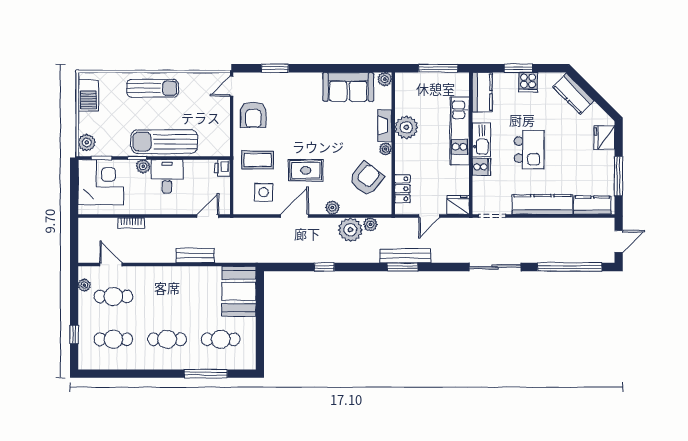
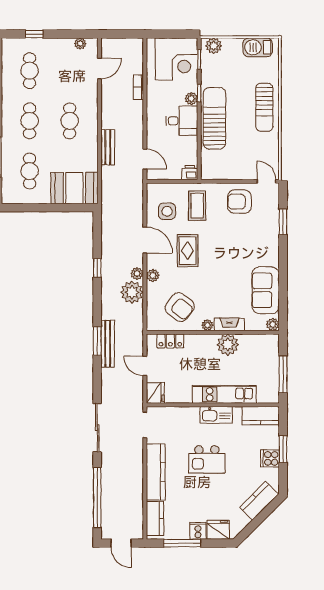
cooker: (481, 167) -> (198, 531), moved, turned 180
plant: (370, 224) -> (137, 274), moved
cafe table: (113, 296) -> (70, 121), moved

